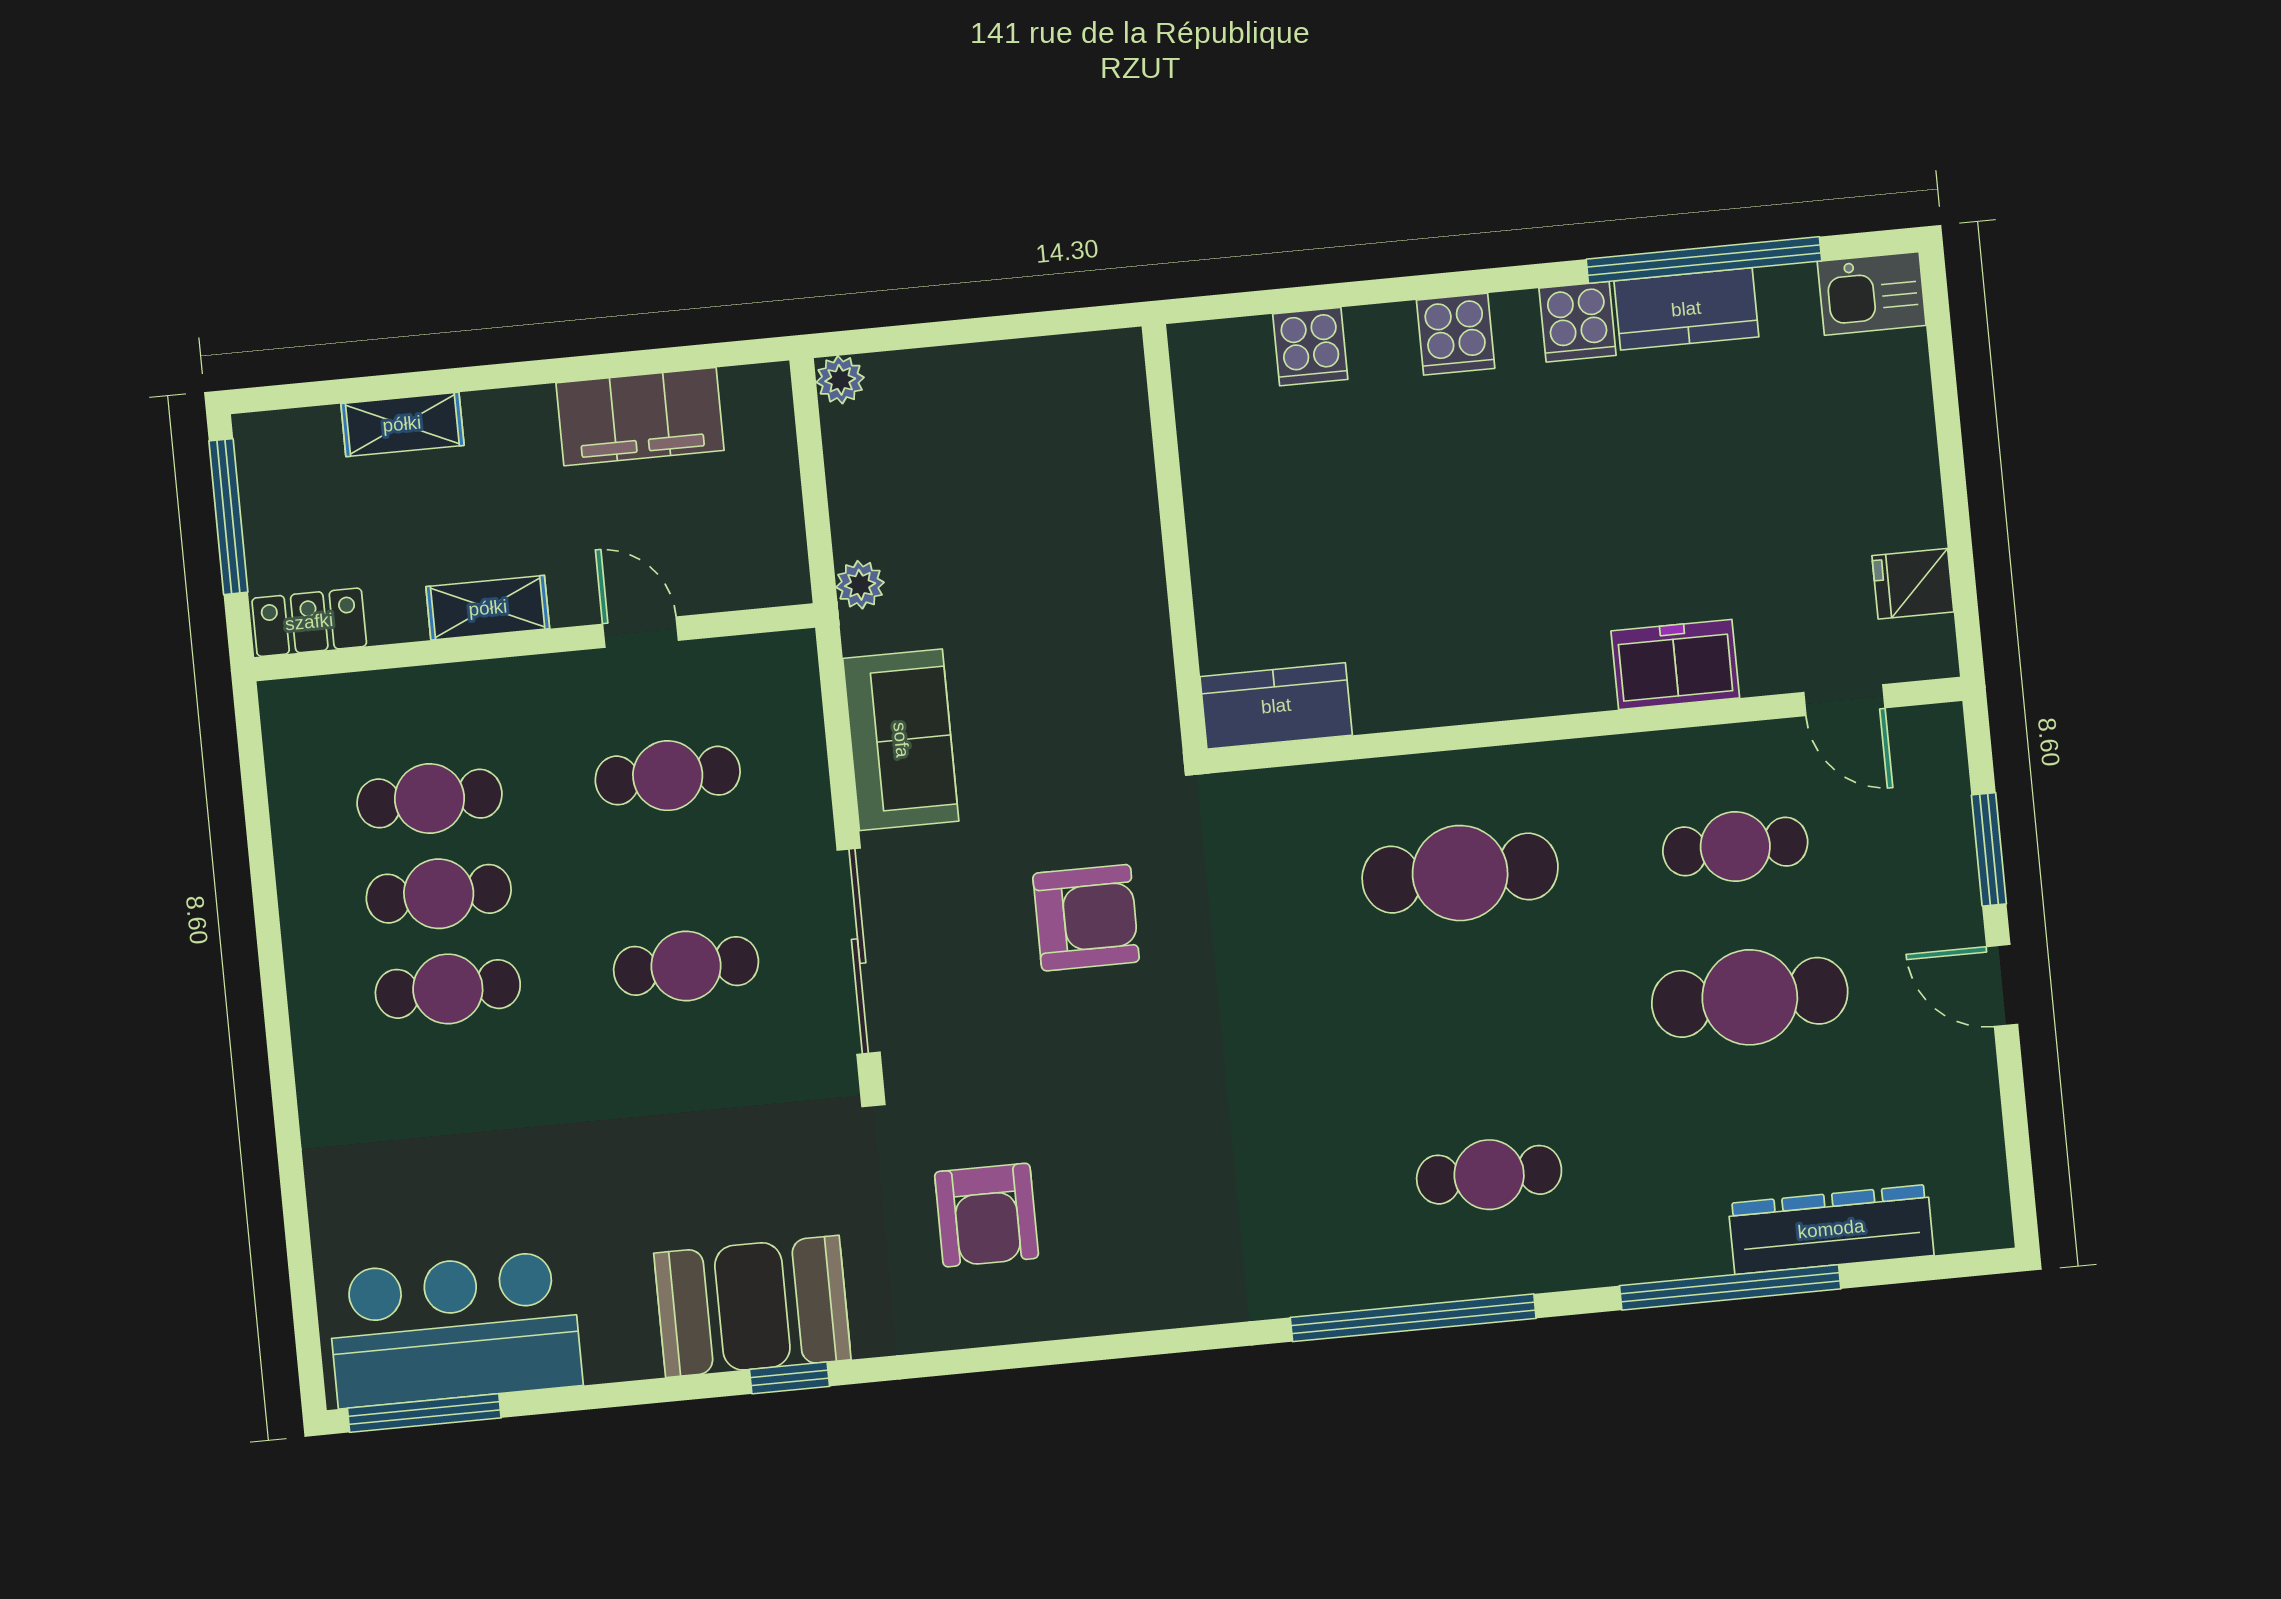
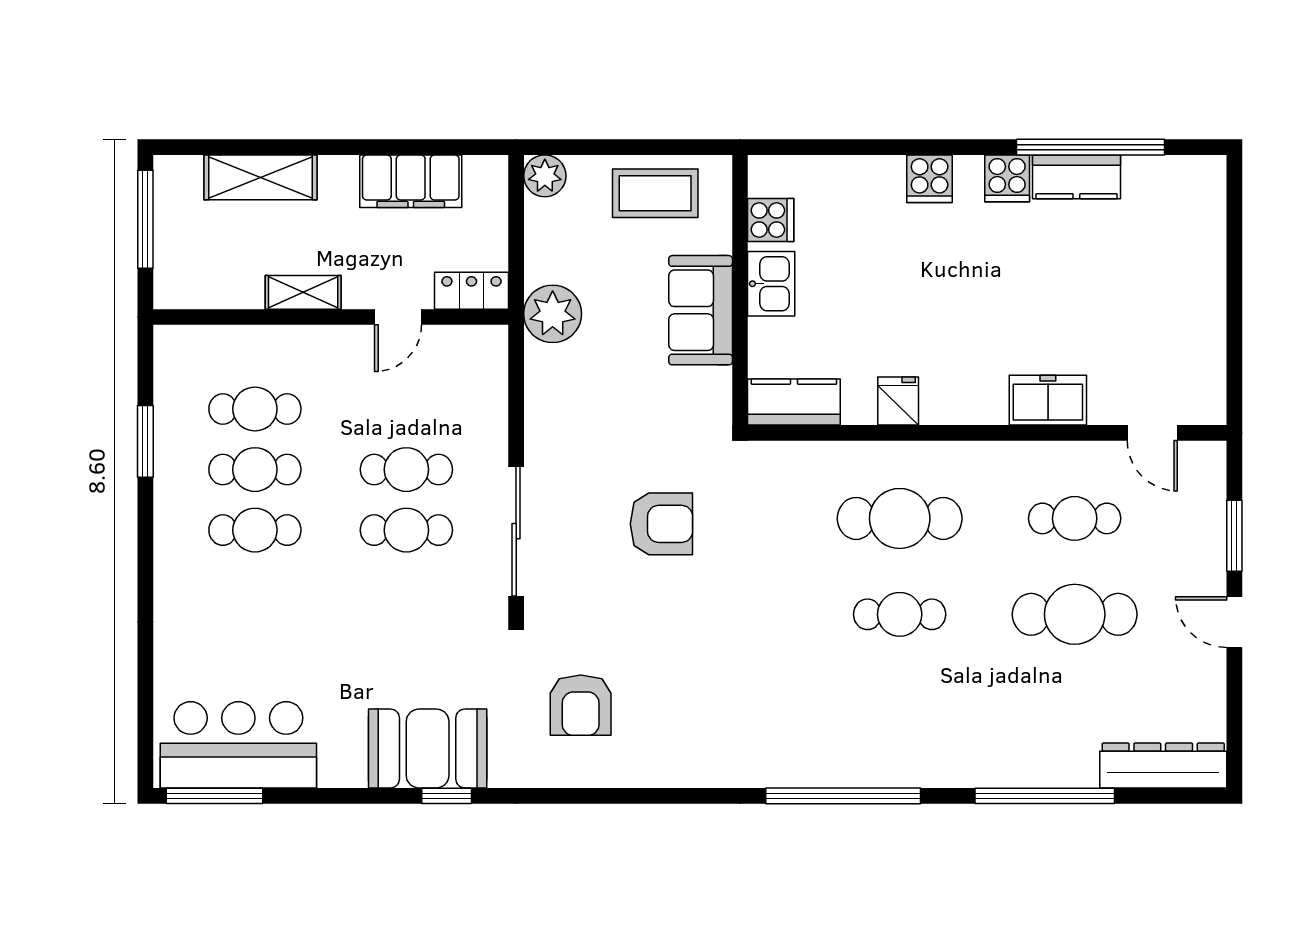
kitchen sink: (1872, 293) -> (771, 284), moved, turned -90
cooker: (1310, 347) -> (771, 220), moved, turned -90
plant: (840, 380) -> (545, 176), width x1.38, depth x1.38
coffee table: (1026, 399) -> (655, 193), added
shelving: (402, 424) -> (261, 177), width x1.50, depth x1.33
fridge: (1913, 584) -> (898, 401), moved, turned 90
plant: (860, 585) -> (553, 314), width x1.87, depth x1.87
locker: (309, 622) -> (471, 291), moved
door: (641, 632) -> (398, 317), swing flipped
sofa: (901, 740) -> (701, 310), moved, turned 180
cafe table: (668, 776) -> (406, 470), moved
window: (262, 866) -> (145, 441), added
cafe table: (1489, 1175) -> (900, 614), moved
dresser: (1831, 1229) -> (1163, 765), moved

